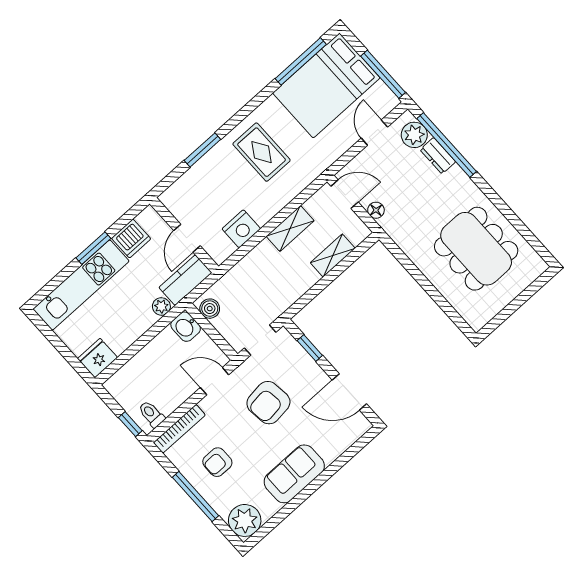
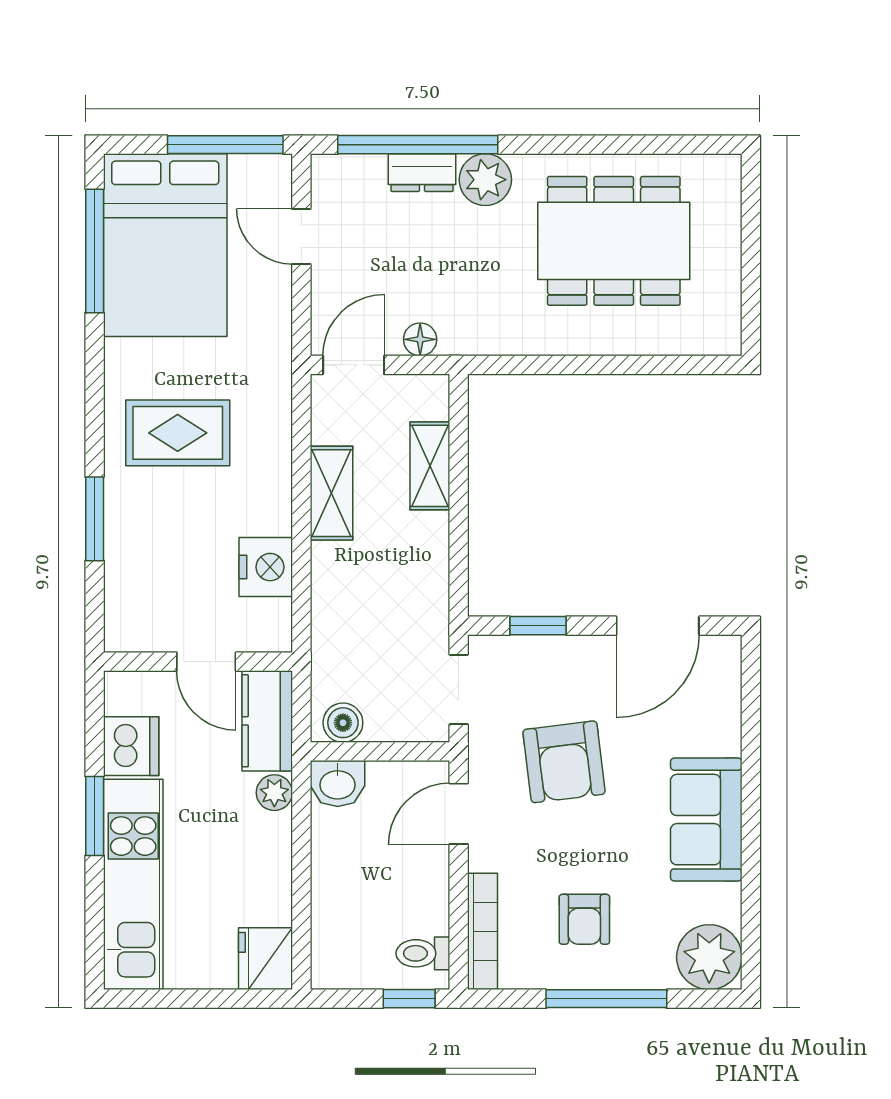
plant: (414, 135) -> (485, 180), moved

